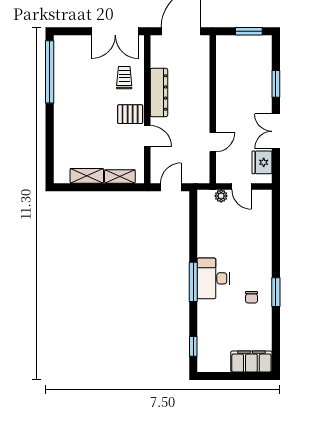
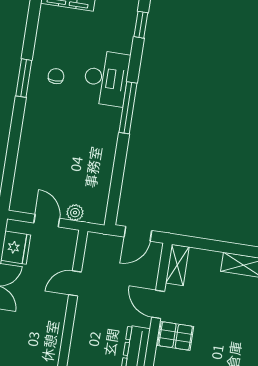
shelving: (120, 177) -> (177, 265), moved, turned 90
desk: (213, 278) -> (106, 78), moved

